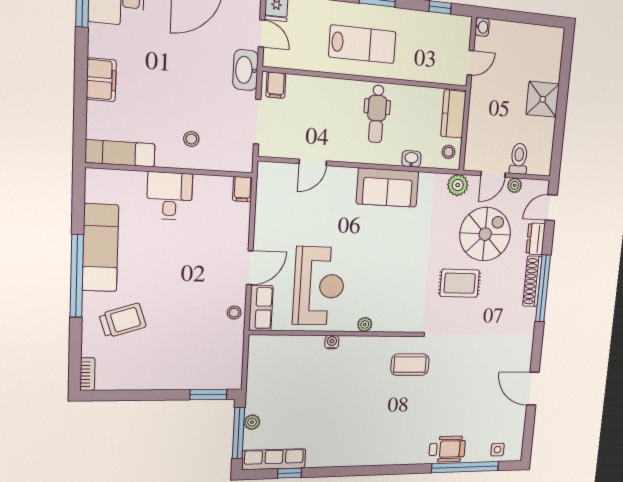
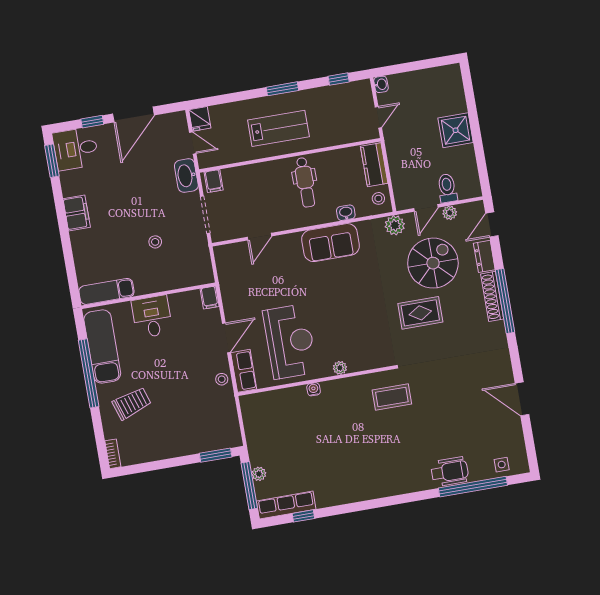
exam couch: (120, 153) -> (107, 291), moved
wall: (171, 170) -> (148, 296), moved
filing cabinet: (242, 189) -> (210, 298), moved
desk: (170, 196) -> (152, 317), moved

